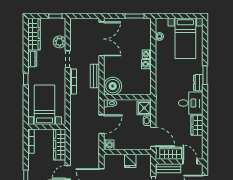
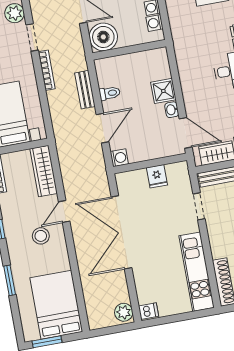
bench: (95, 76) -> (85, 90), moved
boiler: (113, 86) -> (103, 37), moved
wall: (127, 97) -> (129, 50), moved

